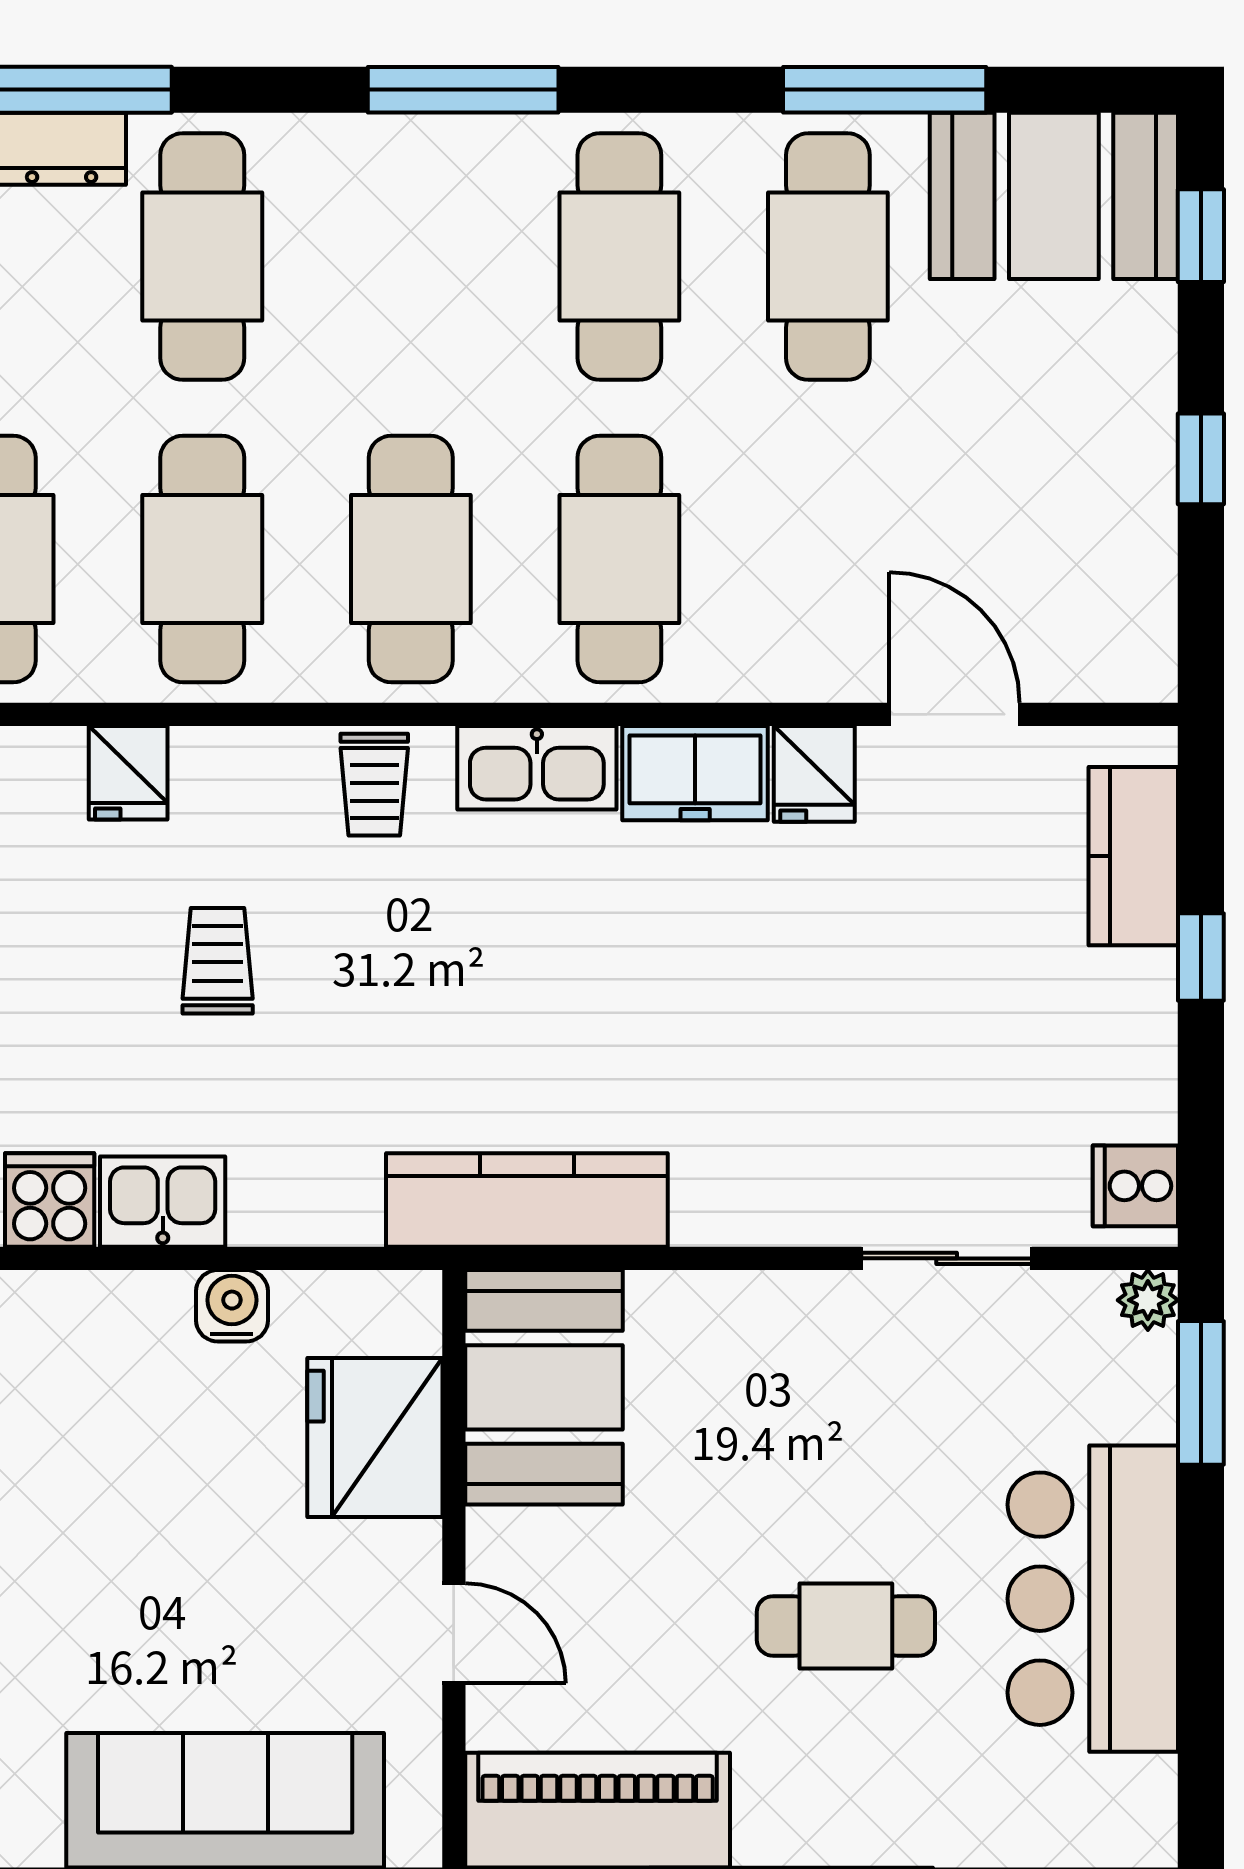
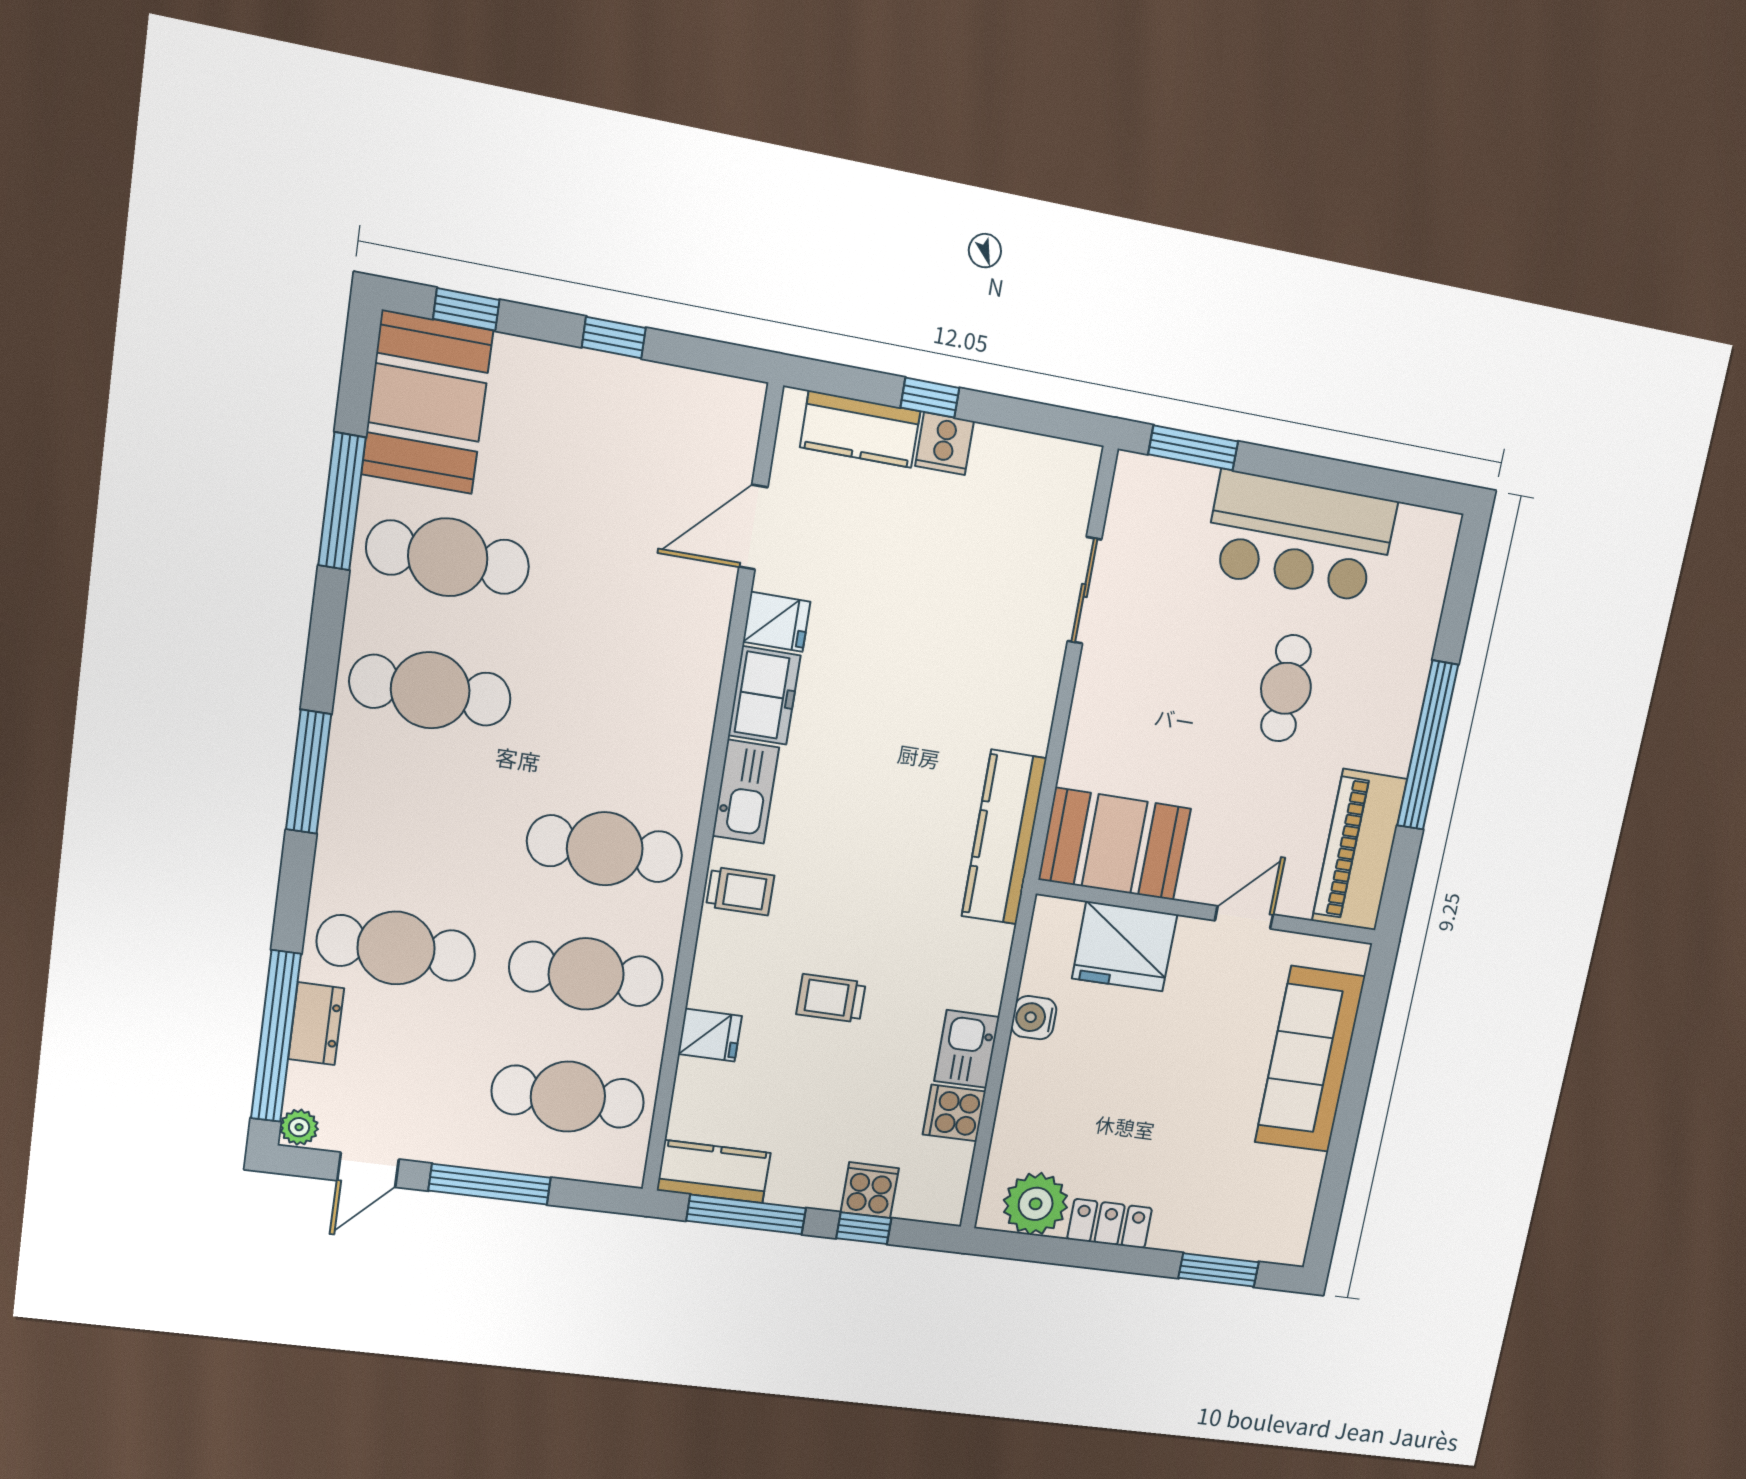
cafe table: (619, 559) -> (624, 721), removed
cooker: (1135, 1186) -> (944, 444), moved
plant: (1148, 1300) -> (1132, 471), removed

